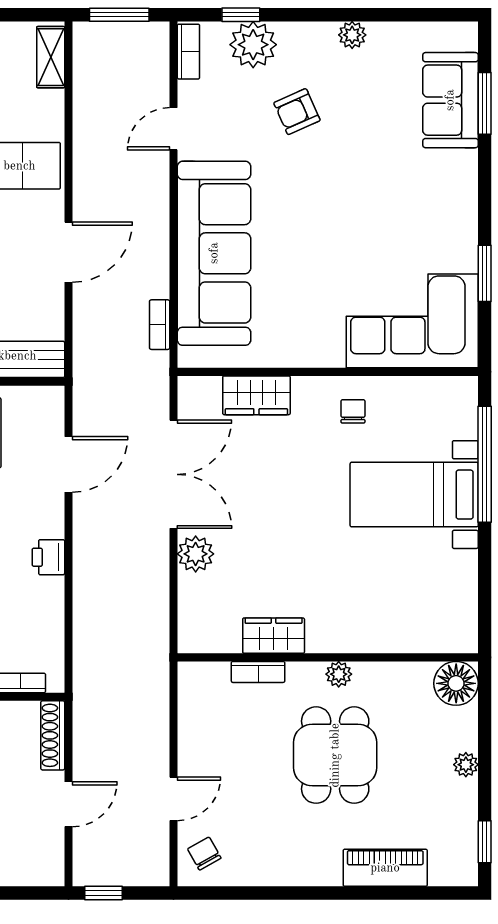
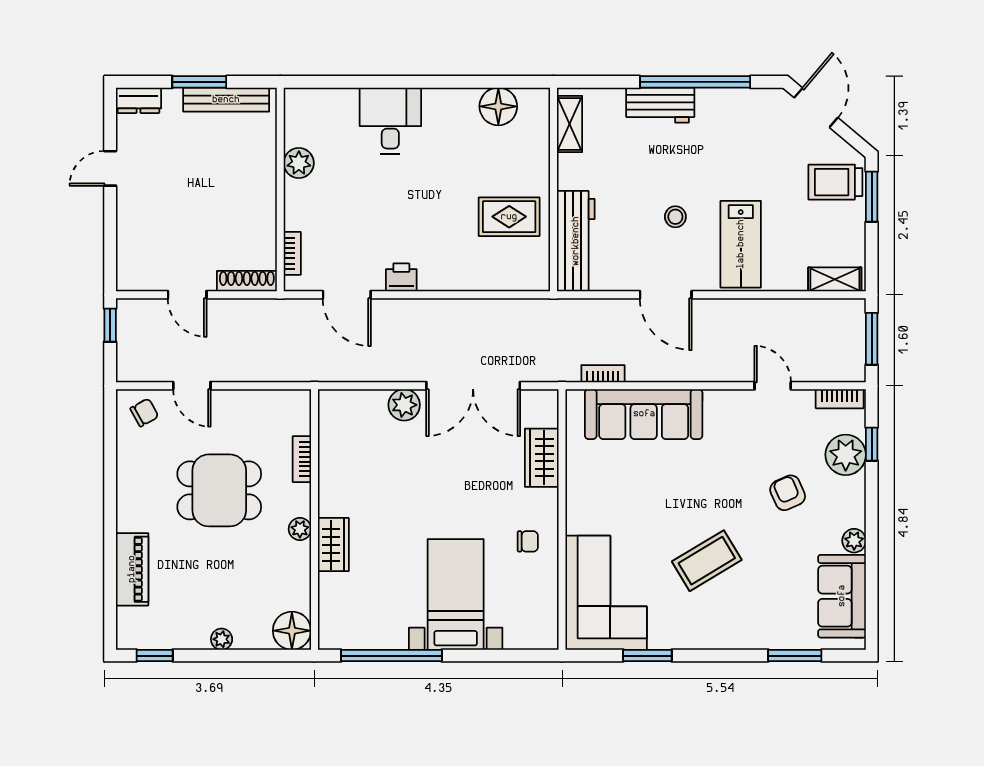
sofa: (450, 100) -> (842, 596), moved, turned -90
coffee table: (375, 205) -> (707, 561), added
sofa: (214, 253) -> (644, 414), width x0.74, depth x0.79
door: (68, 464) -> (347, 295), moved
window: (485, 464) -> (391, 656), moved
wardrobe: (274, 636) -> (333, 545), moved
dining table: (335, 755) -> (219, 490), moved

